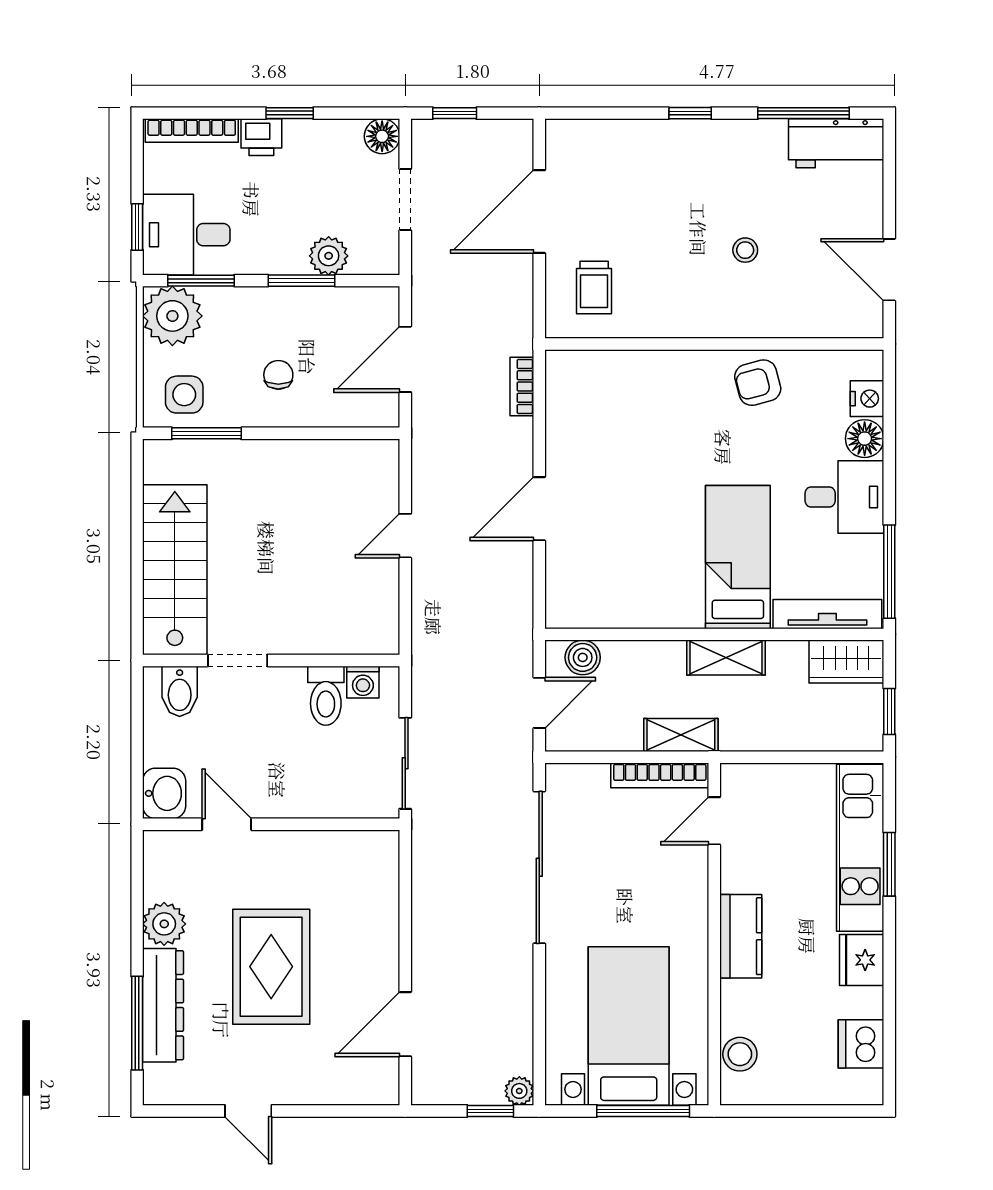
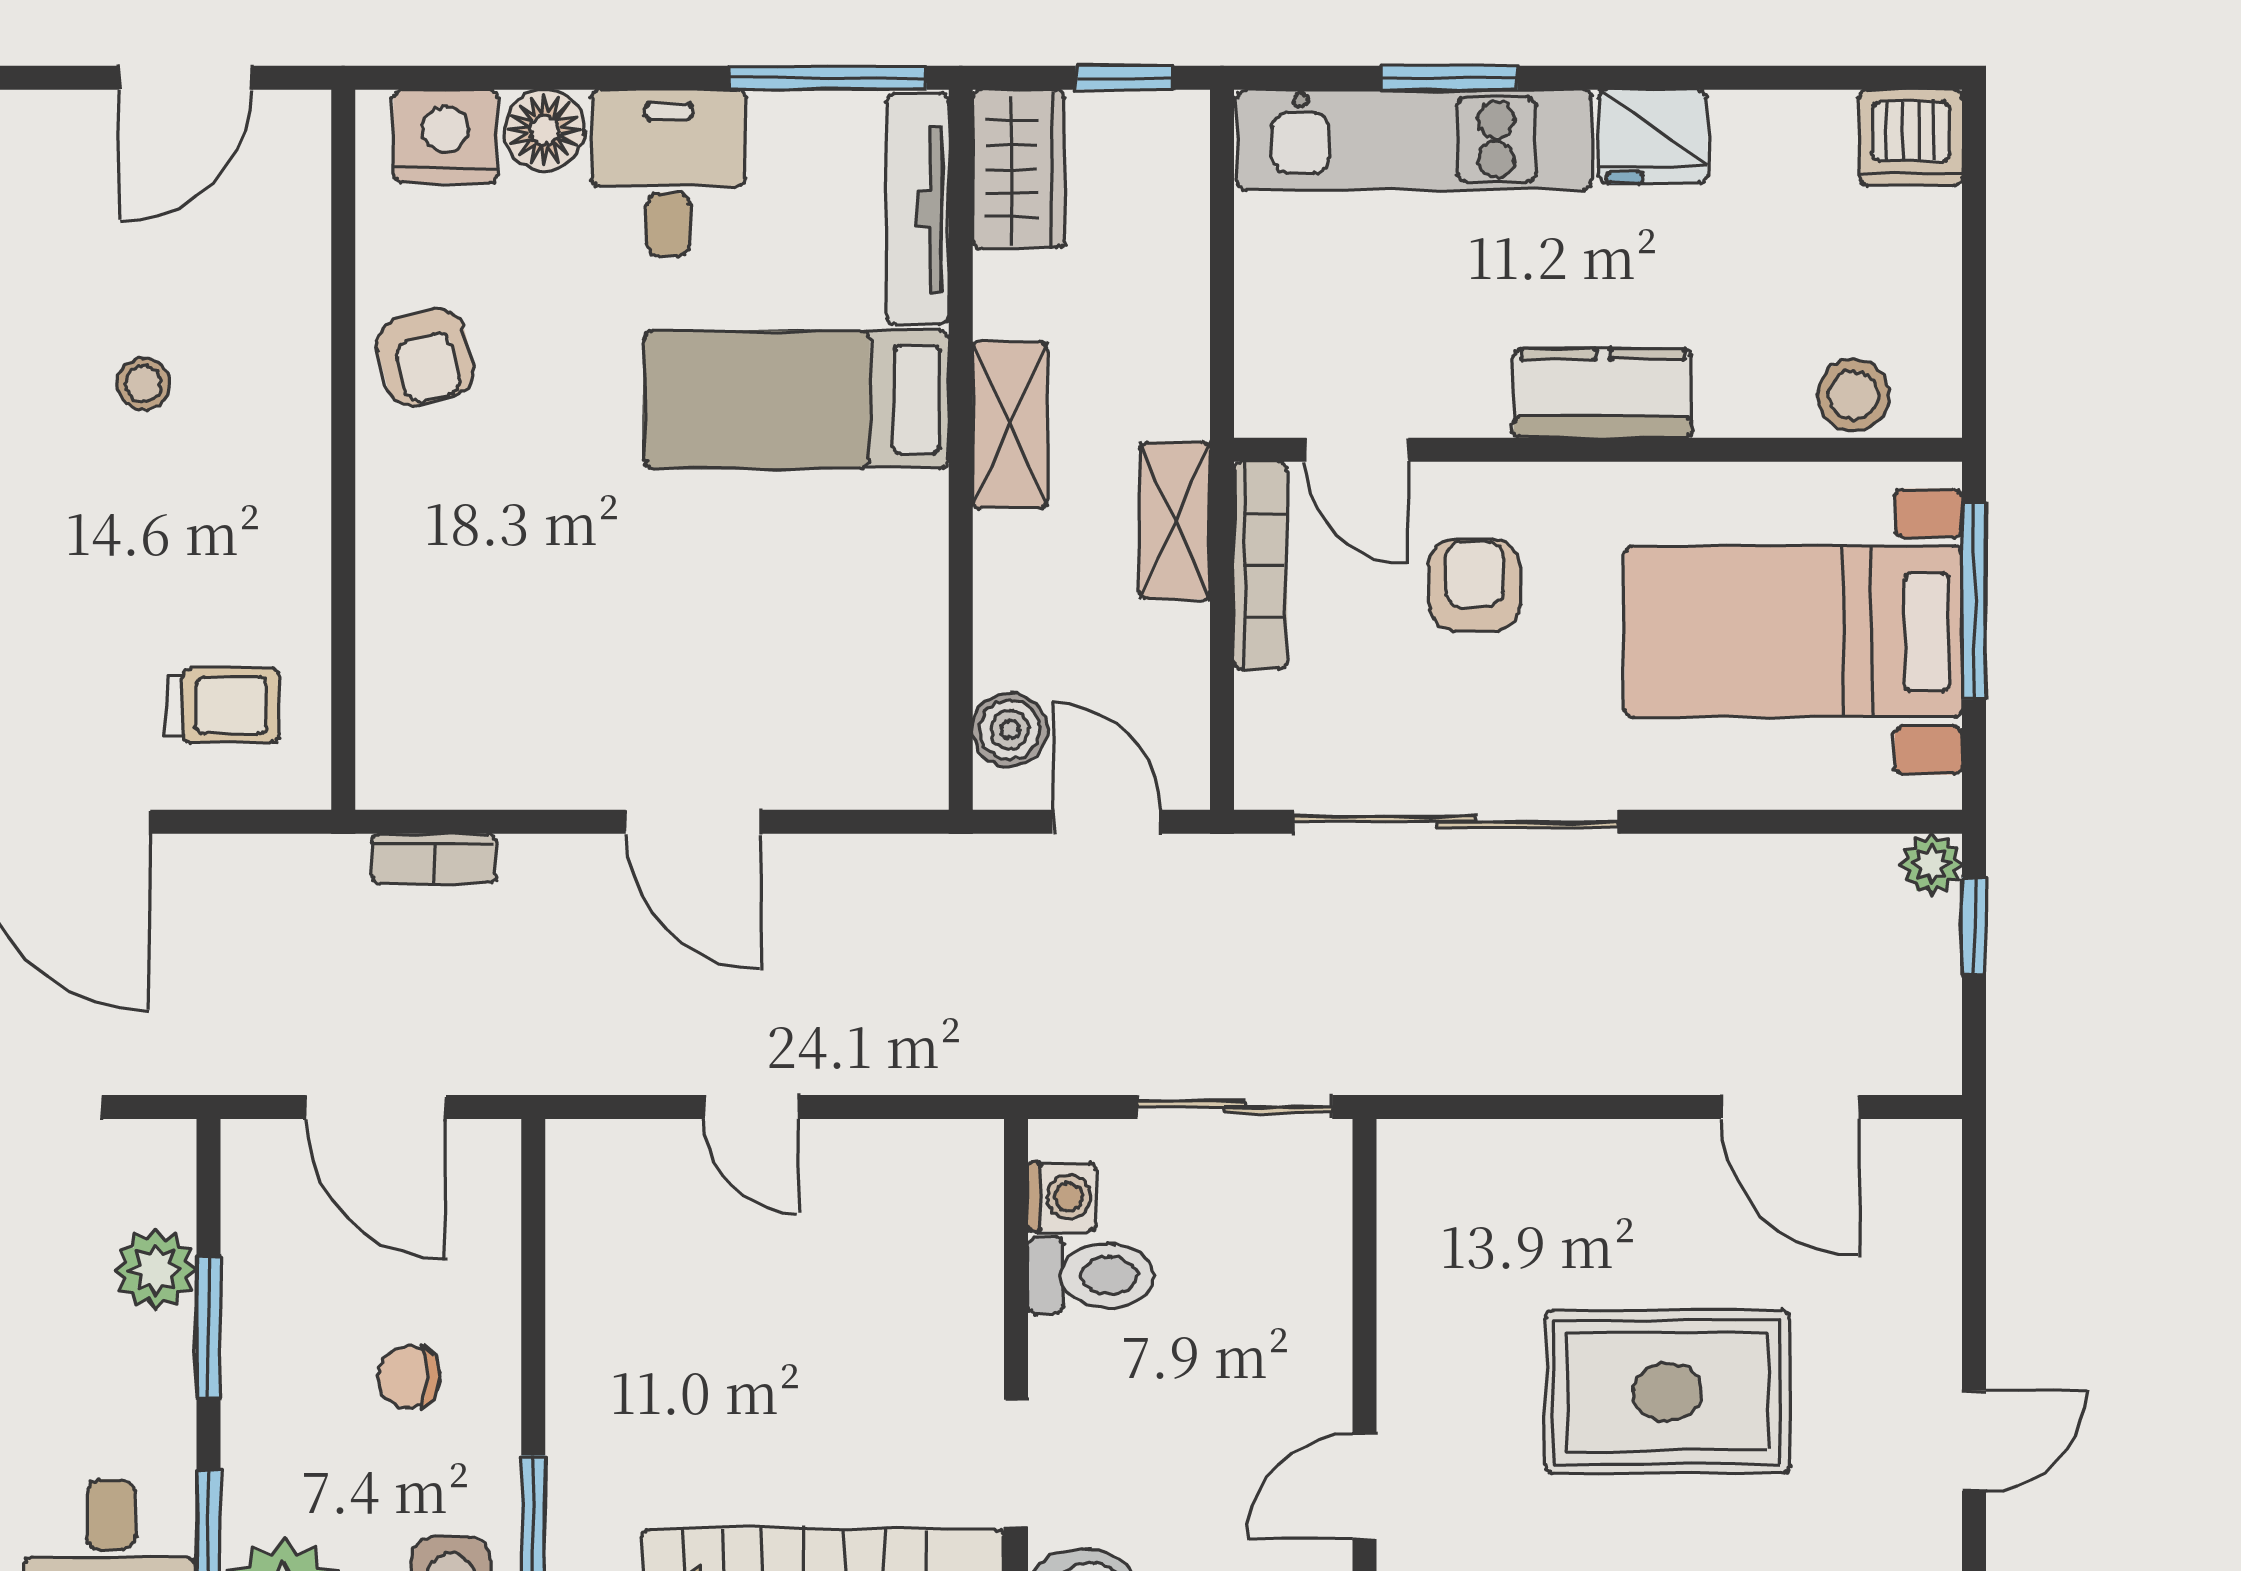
nightstand: (867, 399) -> (445, 136), width x1.36, depth x1.33
armchair: (651, 876) -> (1474, 585), added
dishwasher: (861, 1044) -> (1911, 138), moved

